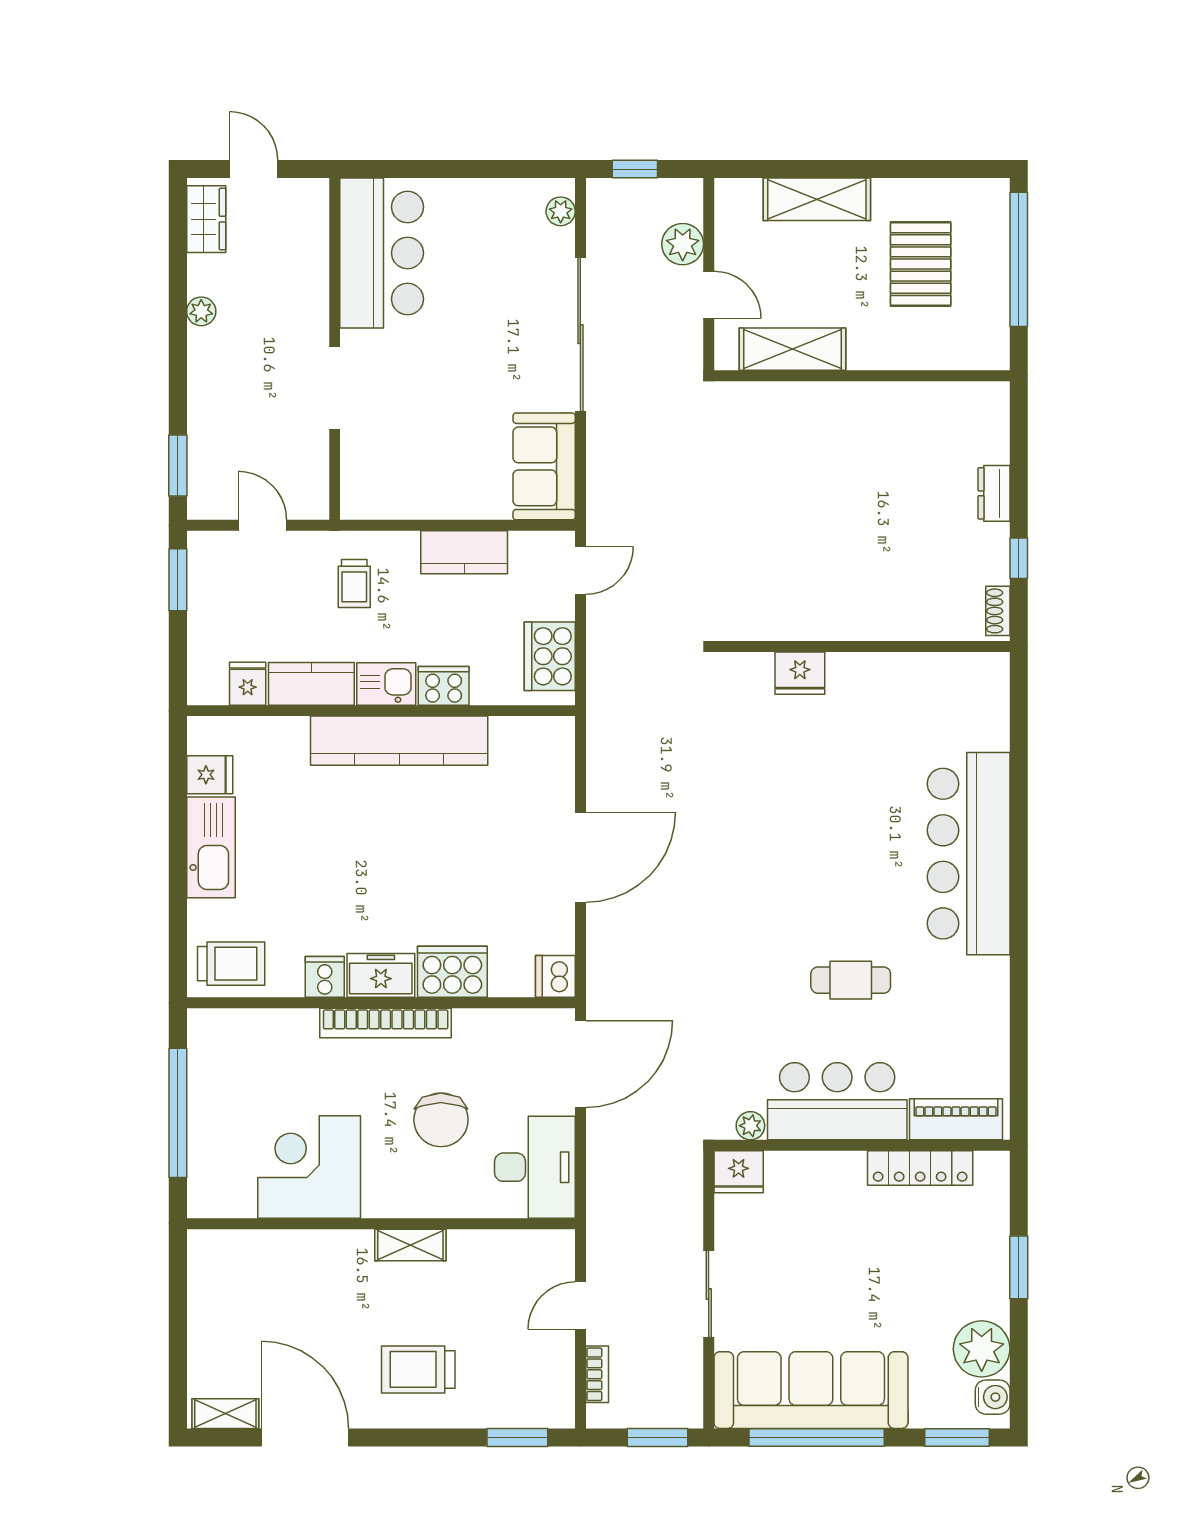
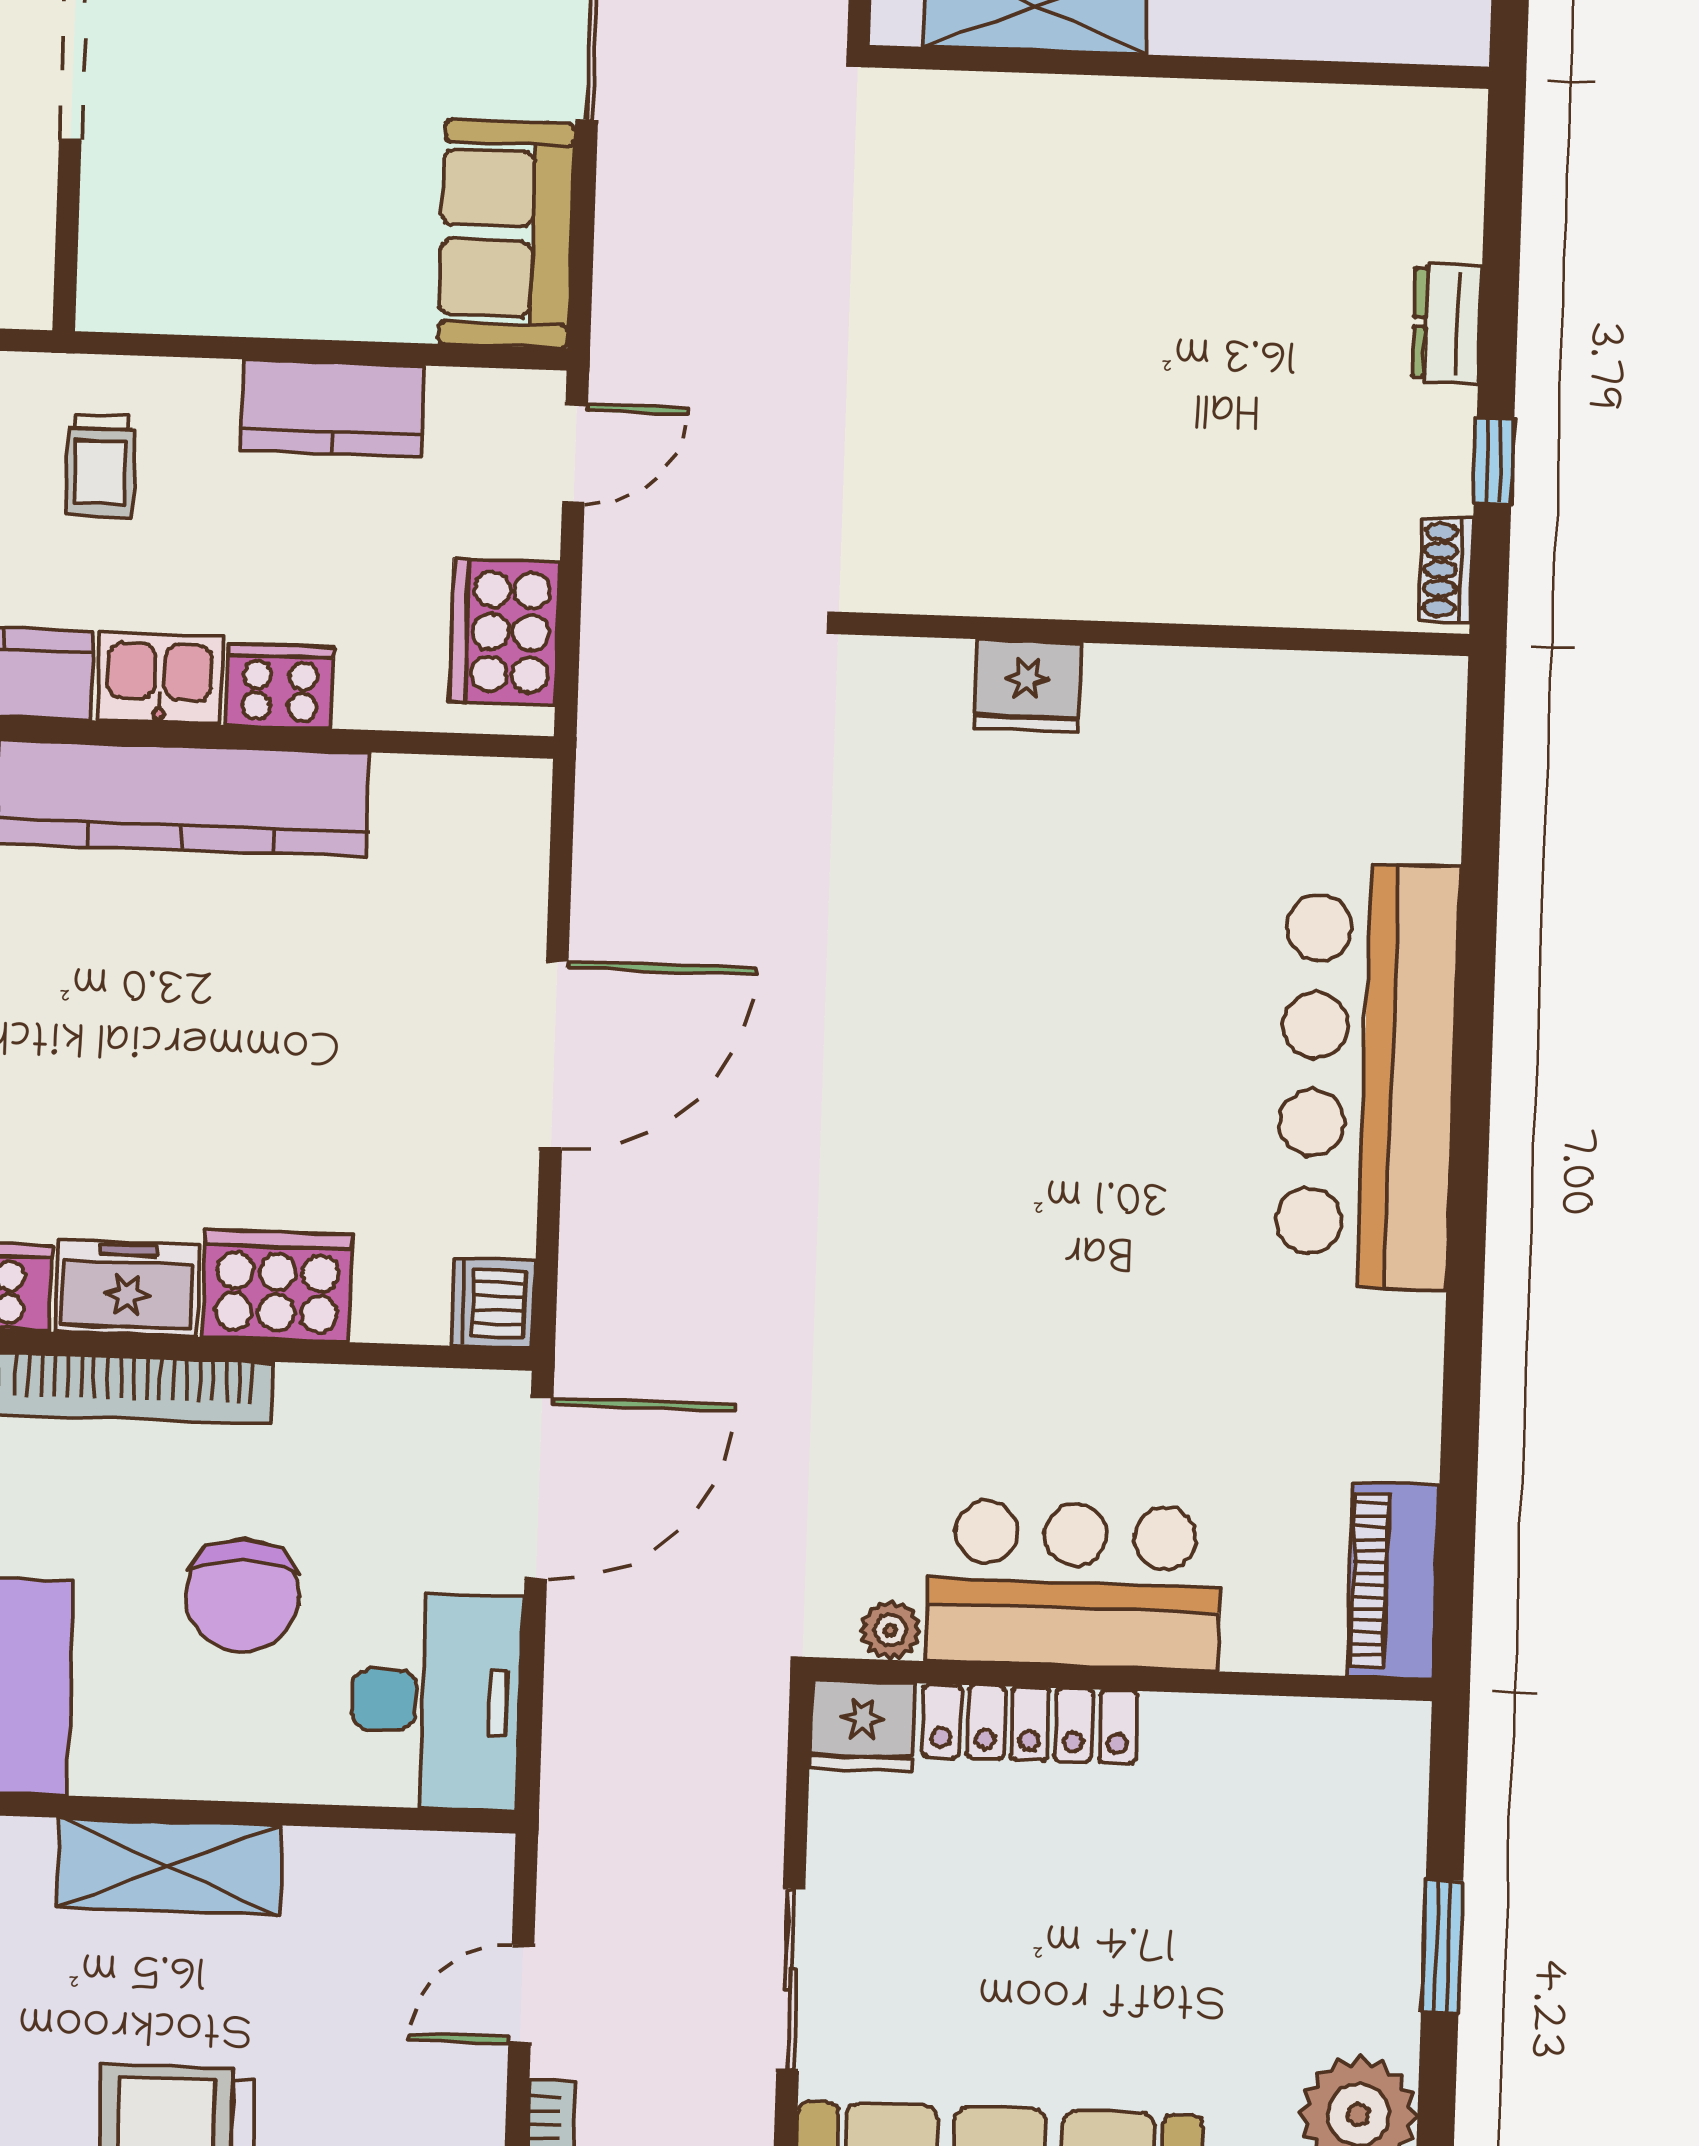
cafe table: (851, 980) -> (1111, 1332), removed
piano: (956, 1119) -> (1393, 1580), moved, turned -90
locker: (920, 1168) -> (1030, 1724), moved
shelving: (410, 1245) -> (169, 1866), width x1.50, depth x1.33

